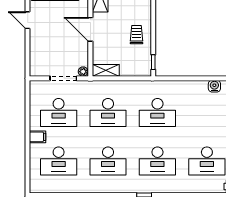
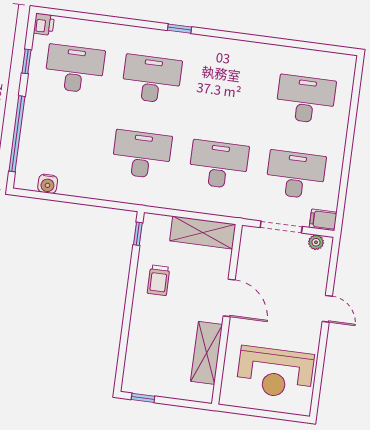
door: (28, 20) -> (327, 309), moved
shelving: (106, 70) -> (203, 232), width x1.50, depth x1.33
plant: (83, 72) -> (316, 242), moved
filing cabinet: (38, 137) -> (323, 220), moved
desk: (108, 161) -> (229, 89), removed

